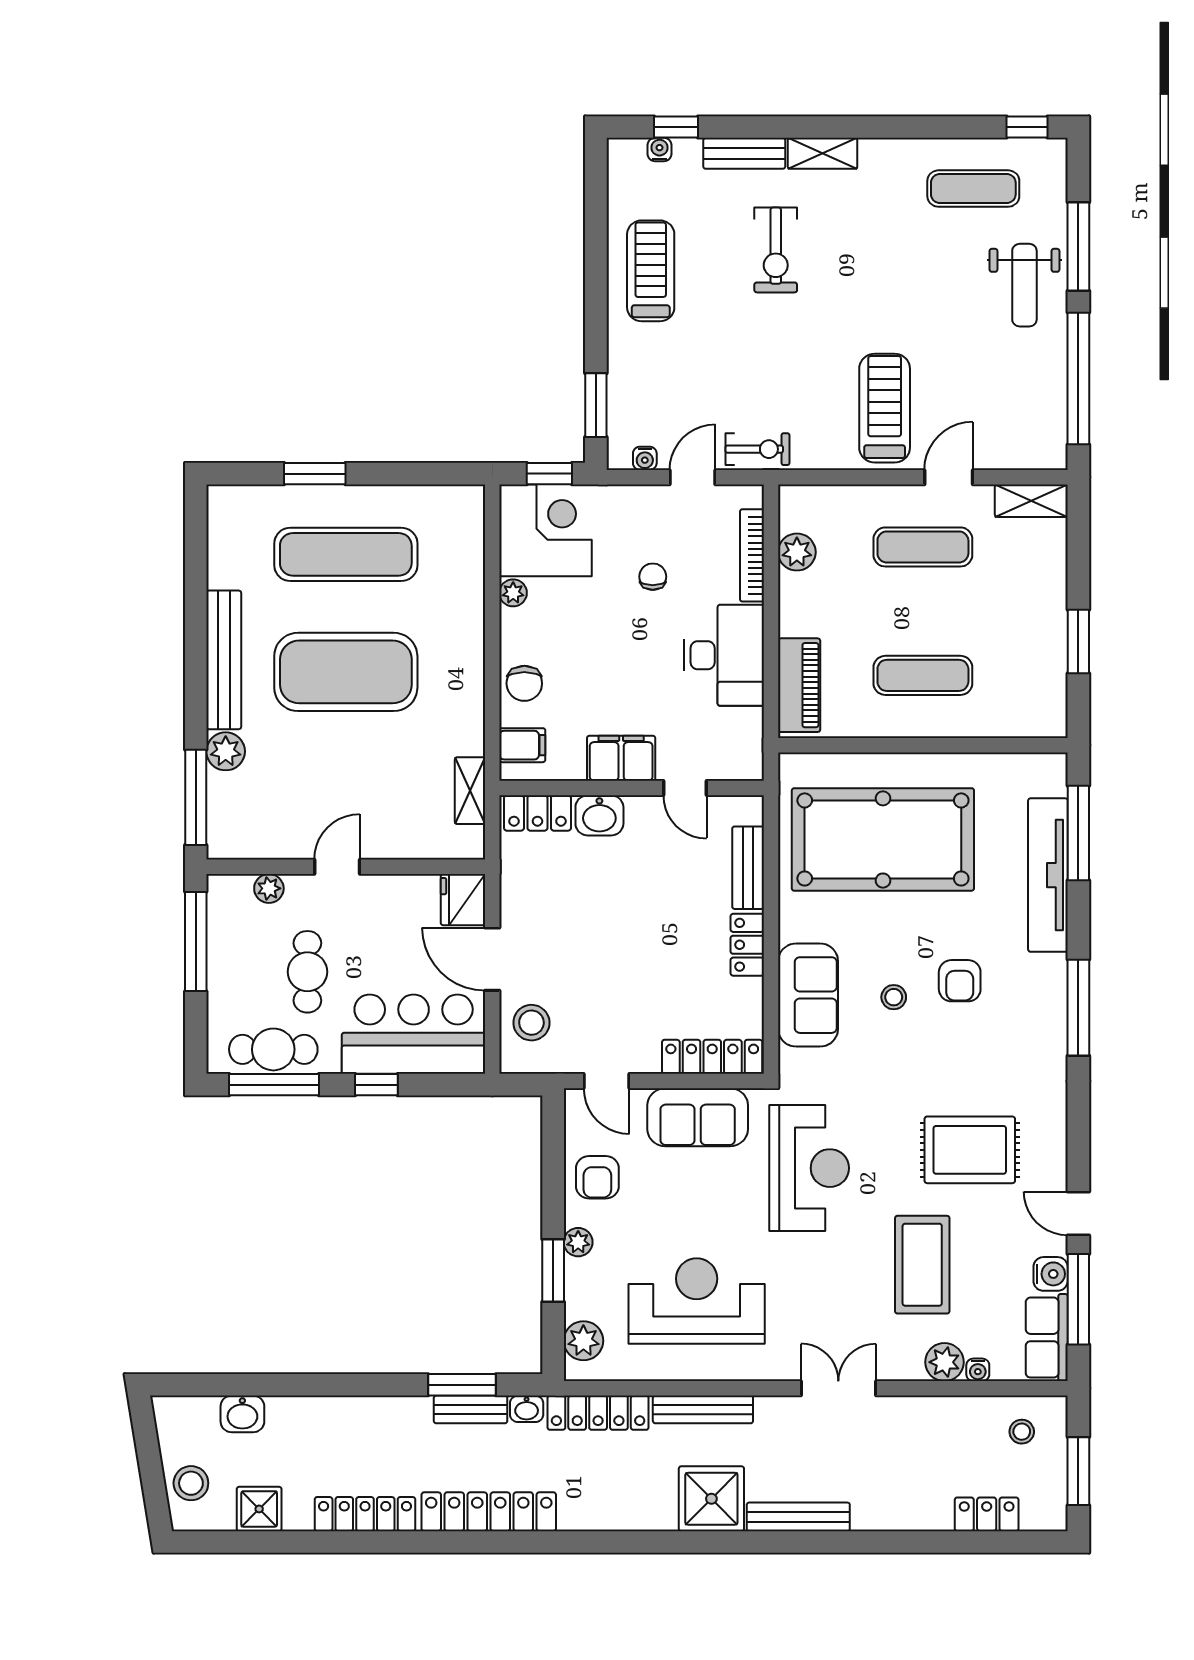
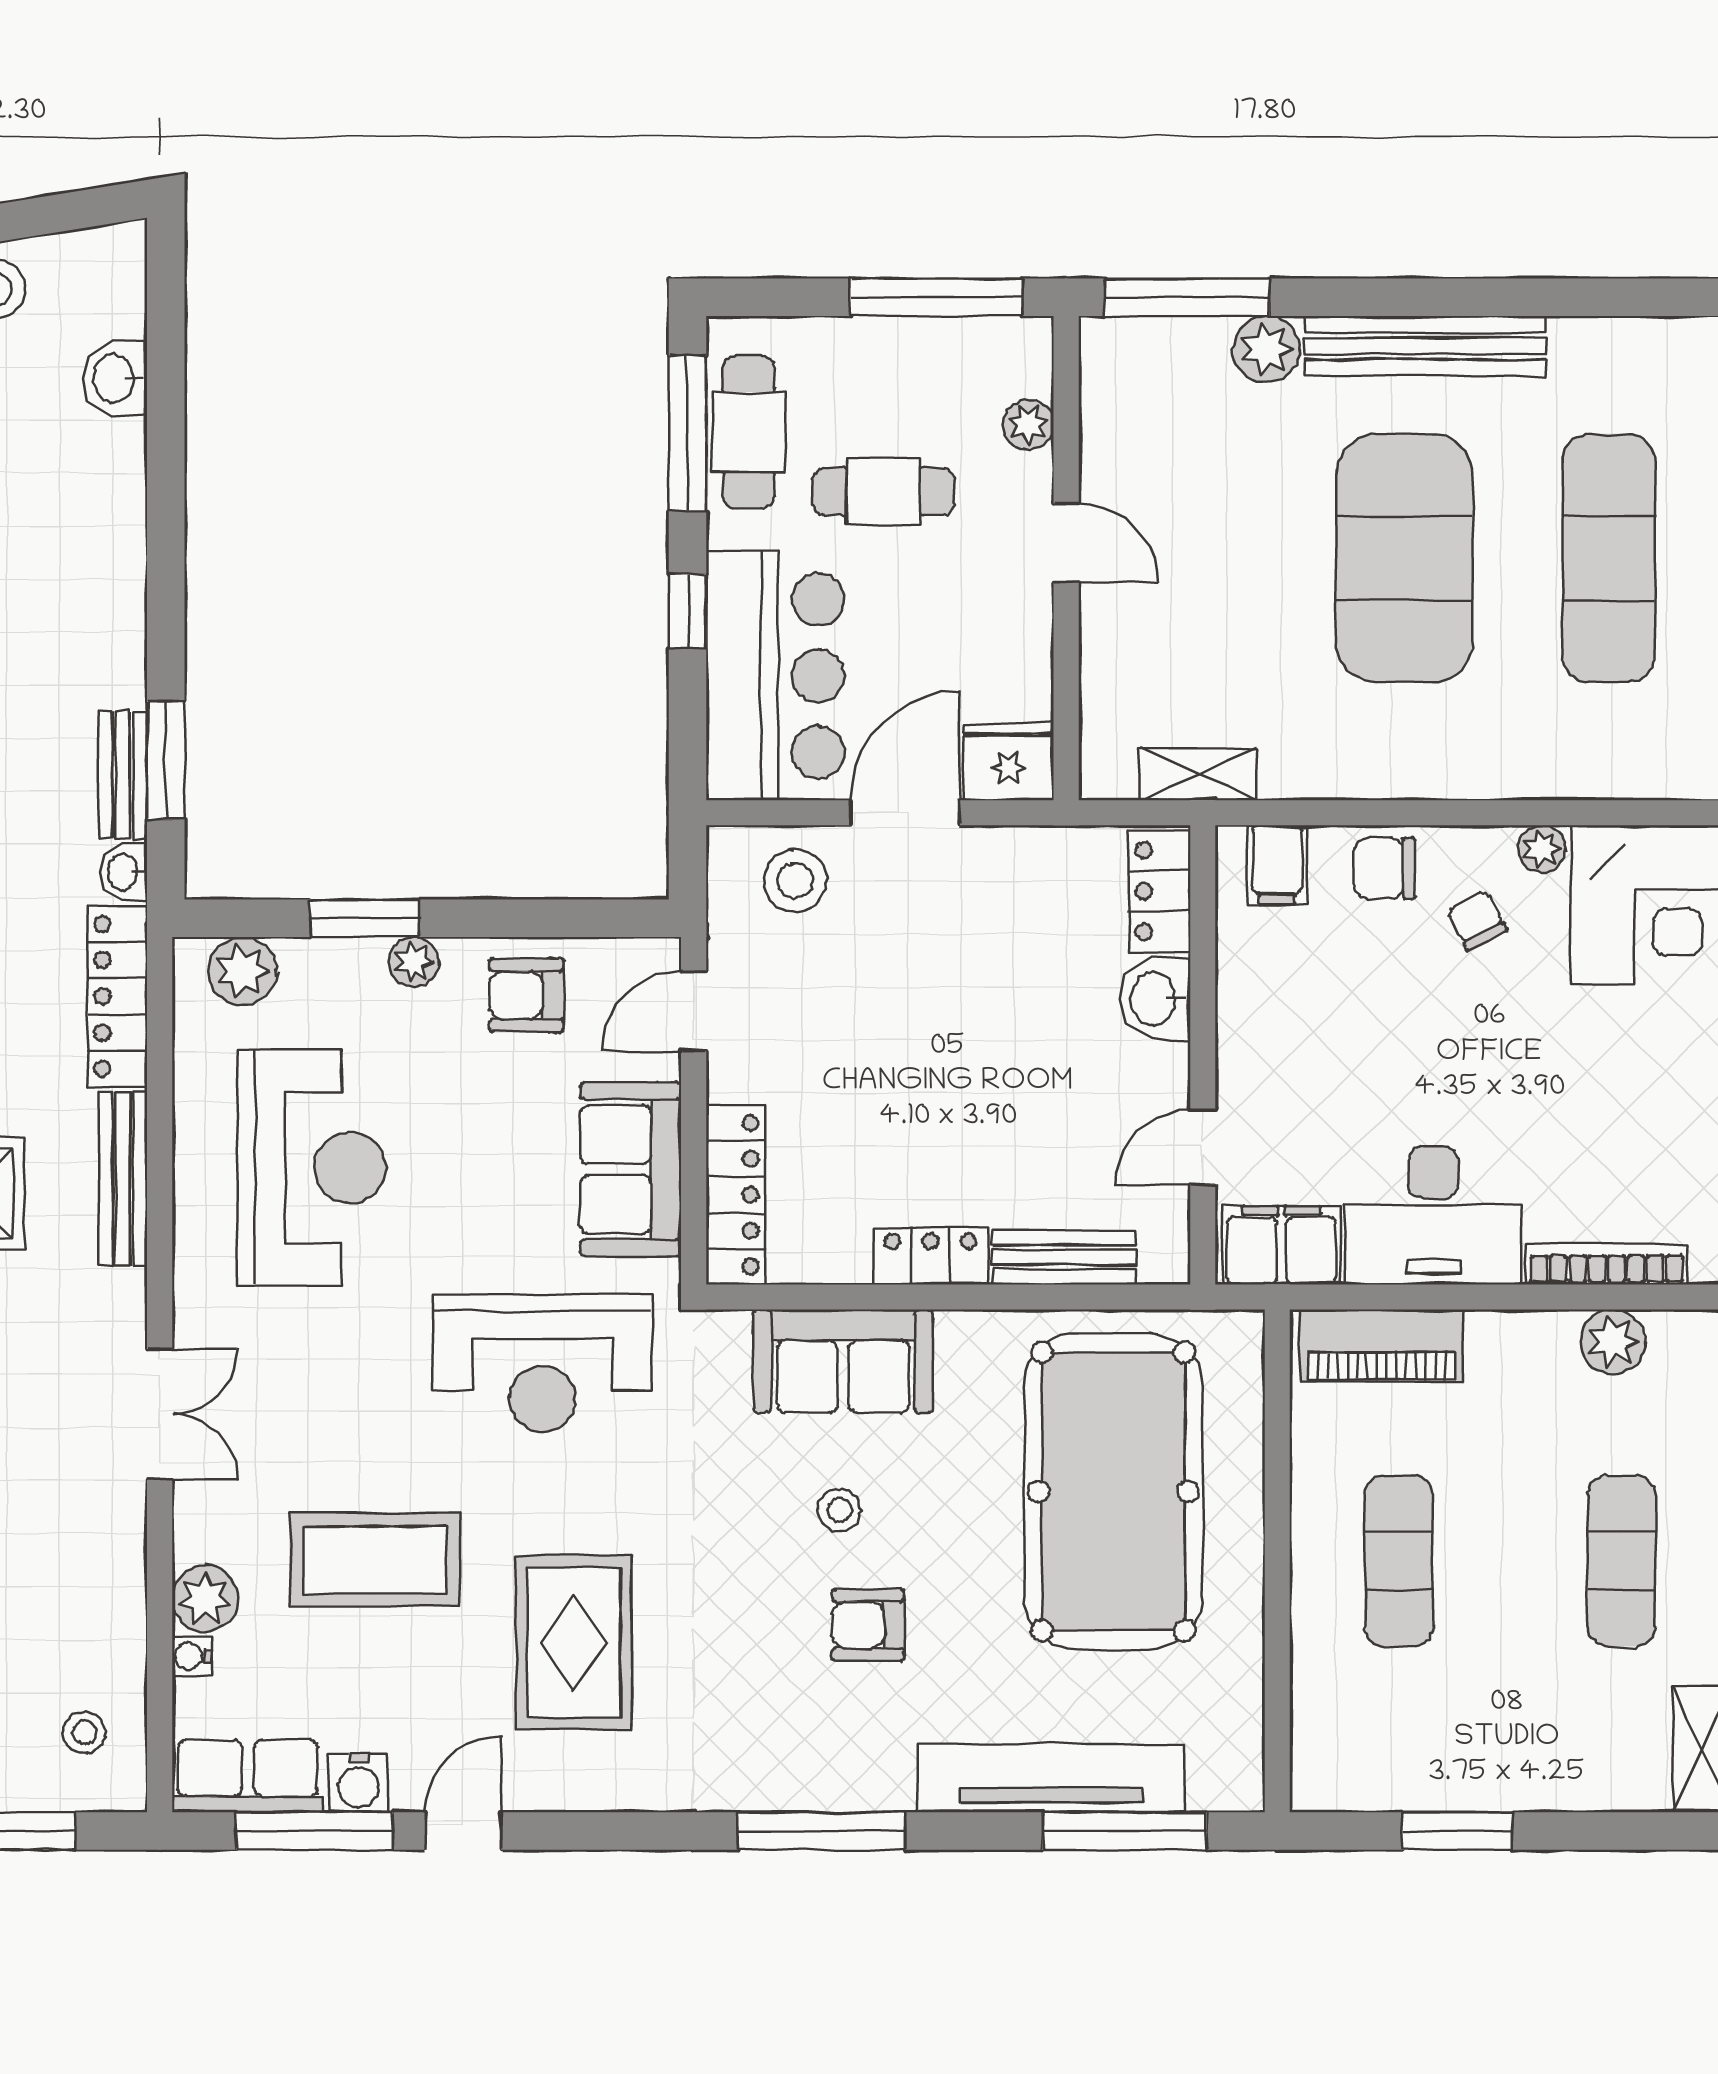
chair: (653, 577) -> (1477, 921), moved, turned -118
filing cabinet: (621, 758) -> (1281, 1245), moved, turned -90

